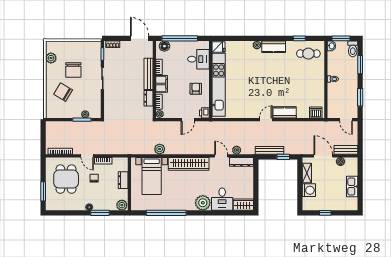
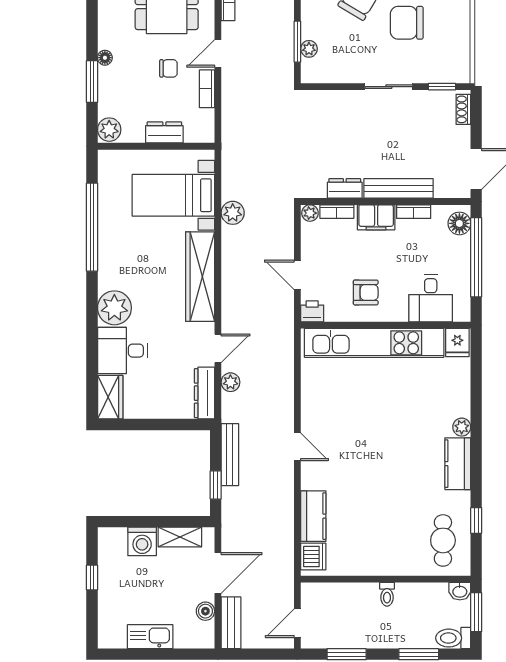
kitchen counter: (285, 112) -> (313, 516), moved

